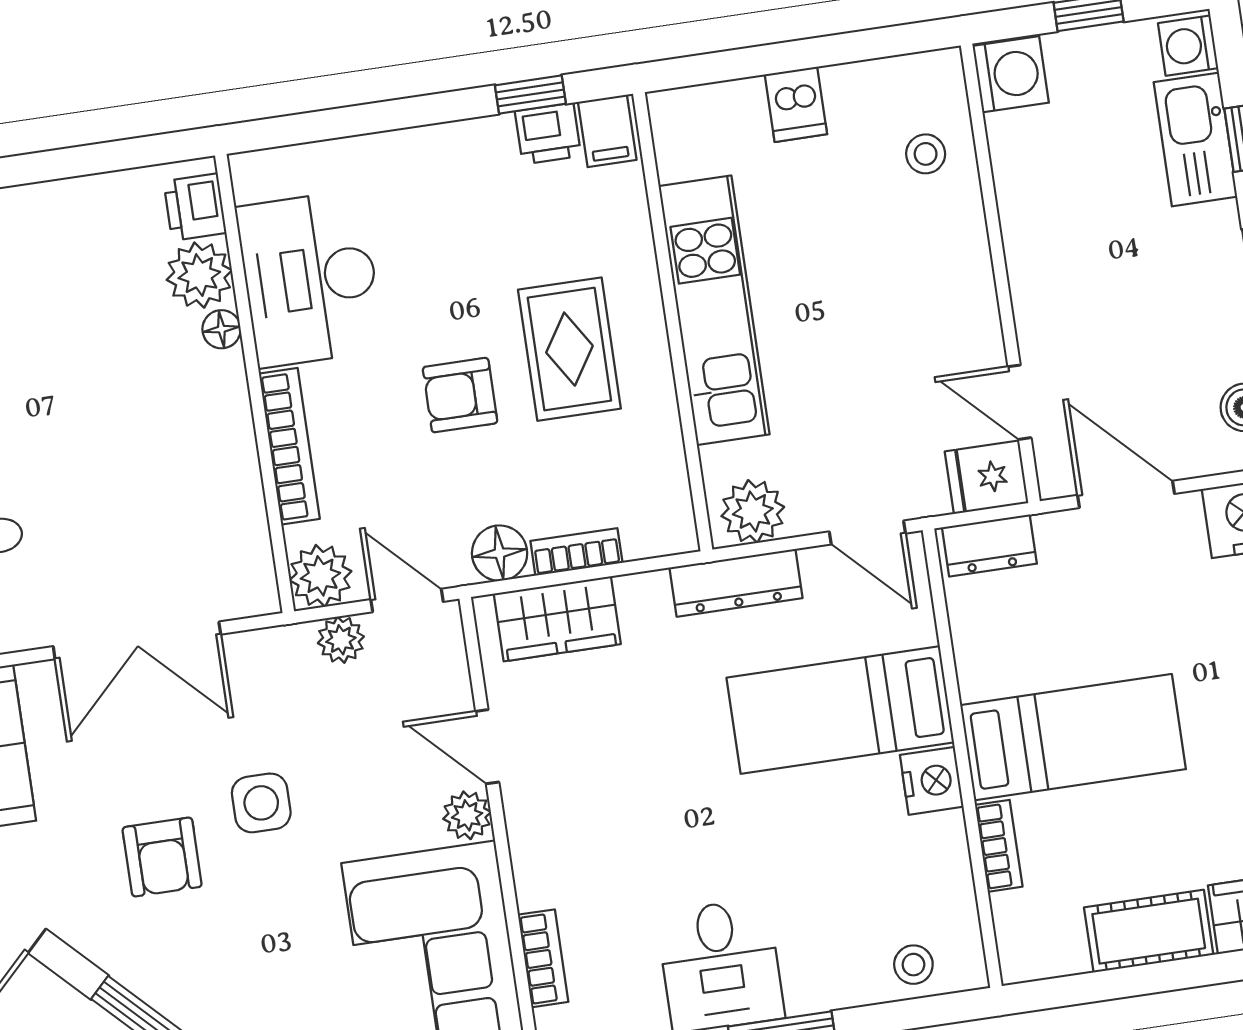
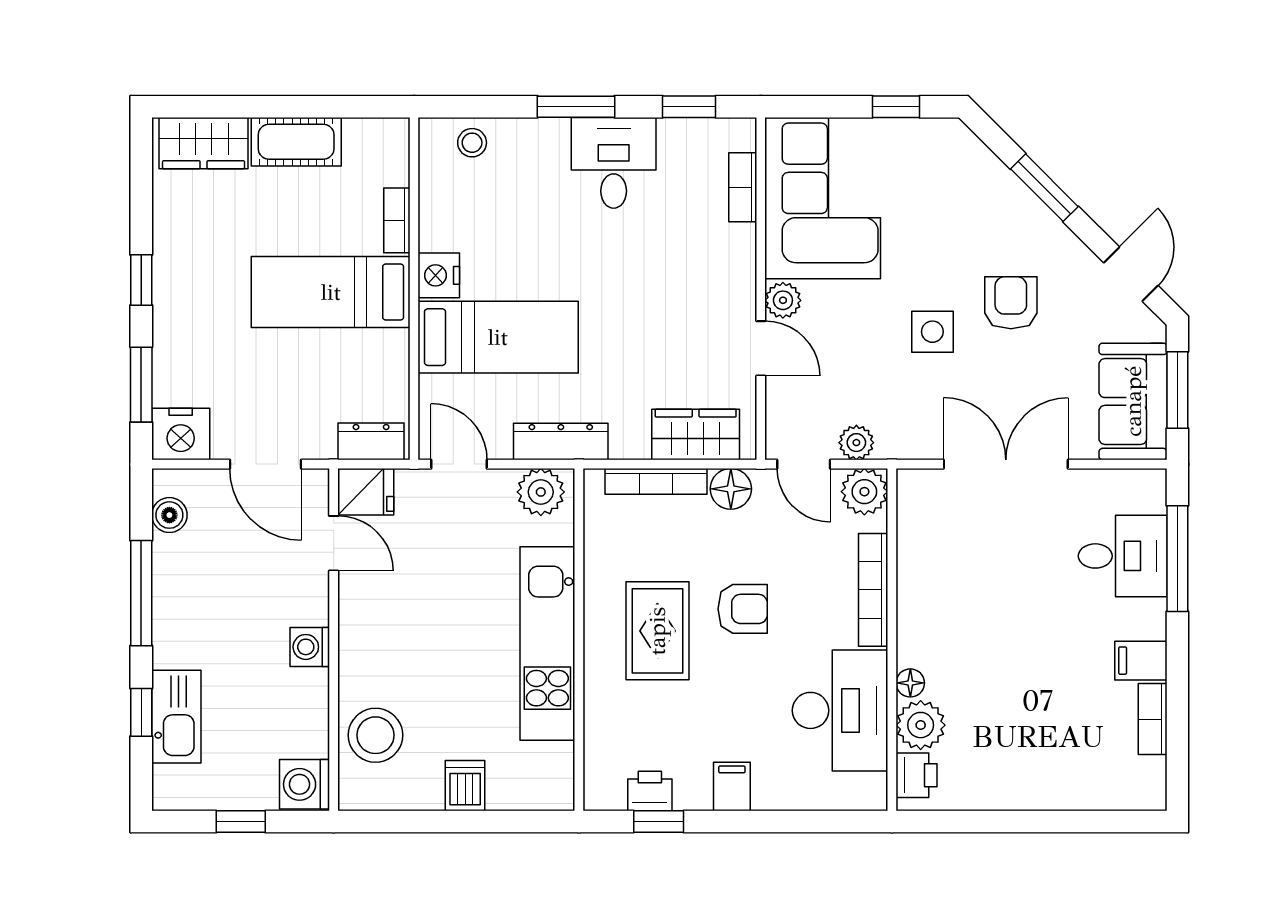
washing machine: (1188, 46) -> (310, 647), moved, turned 180
filing cabinet: (607, 131) -> (732, 787), moved
stool: (926, 154) -> (375, 735), width x1.89, depth x1.89
bookcase: (576, 552) -> (656, 481), width x1.56

